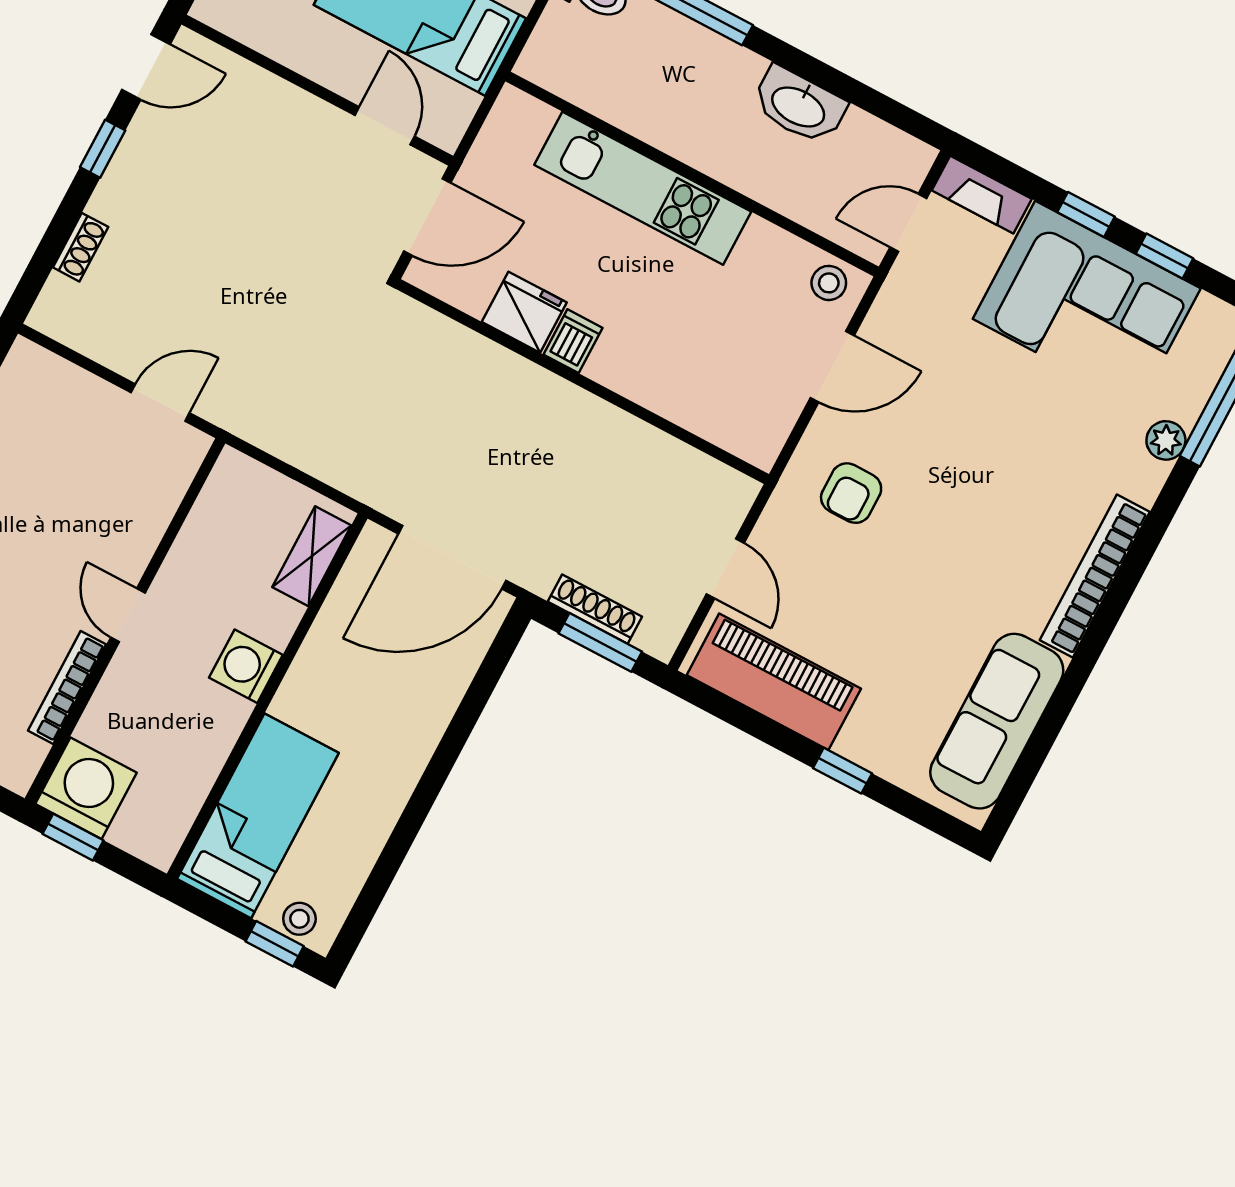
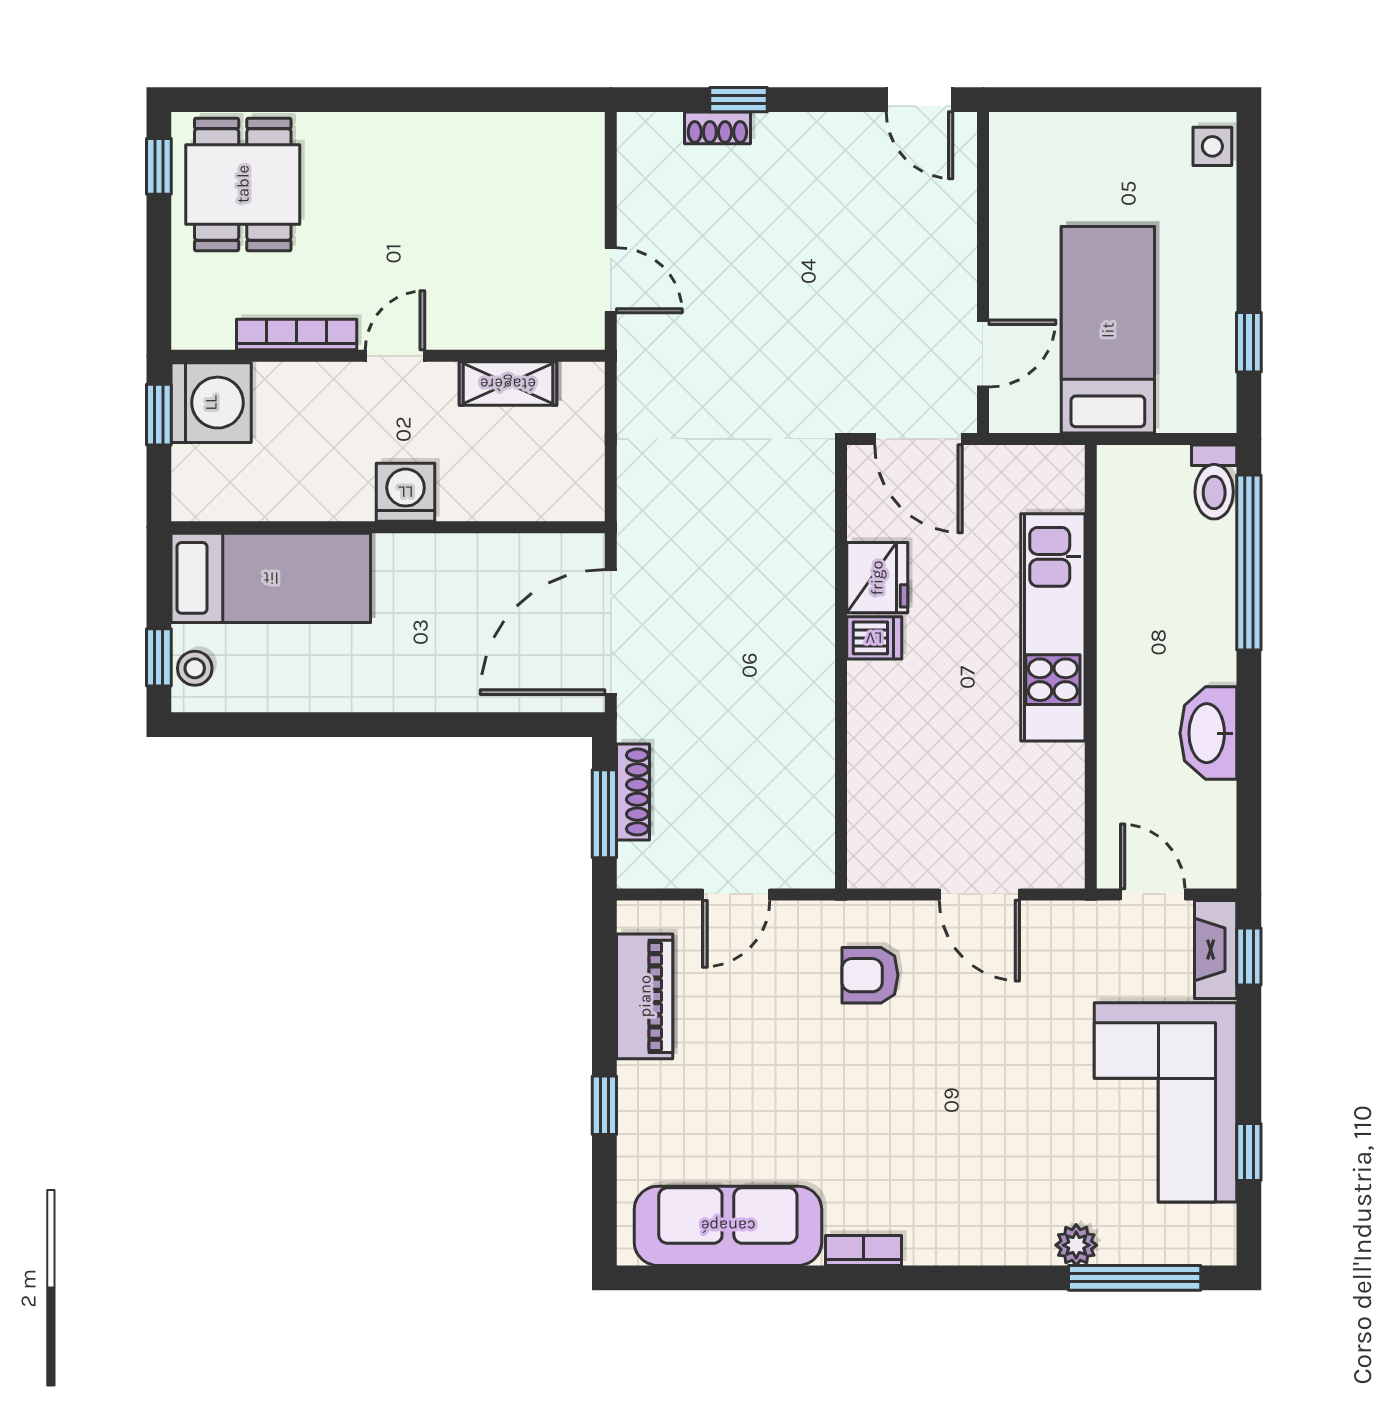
window: (103, 149) -> (738, 100), moved
window: (1086, 214) -> (1249, 956), moved
stool: (829, 283) -> (1056, 850), removed
shelving: (312, 556) -> (508, 384), moved
door: (452, 557) -> (611, 632), hinge flipped
bookcase: (1095, 576) -> (863, 1250), width x0.43, depth x0.76
piano: (774, 682) -> (645, 996), width x0.73, depth x0.75

